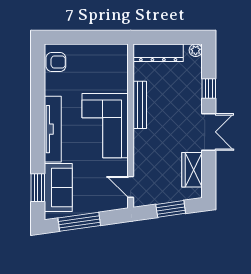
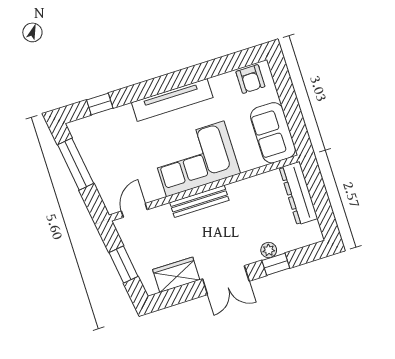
plant: (196, 50) -> (269, 250), moved
bench: (140, 105) -> (199, 201), moved
window: (38, 188) -> (100, 104), width x0.67
sofa: (58, 188) -> (273, 133), moved, turned 90

